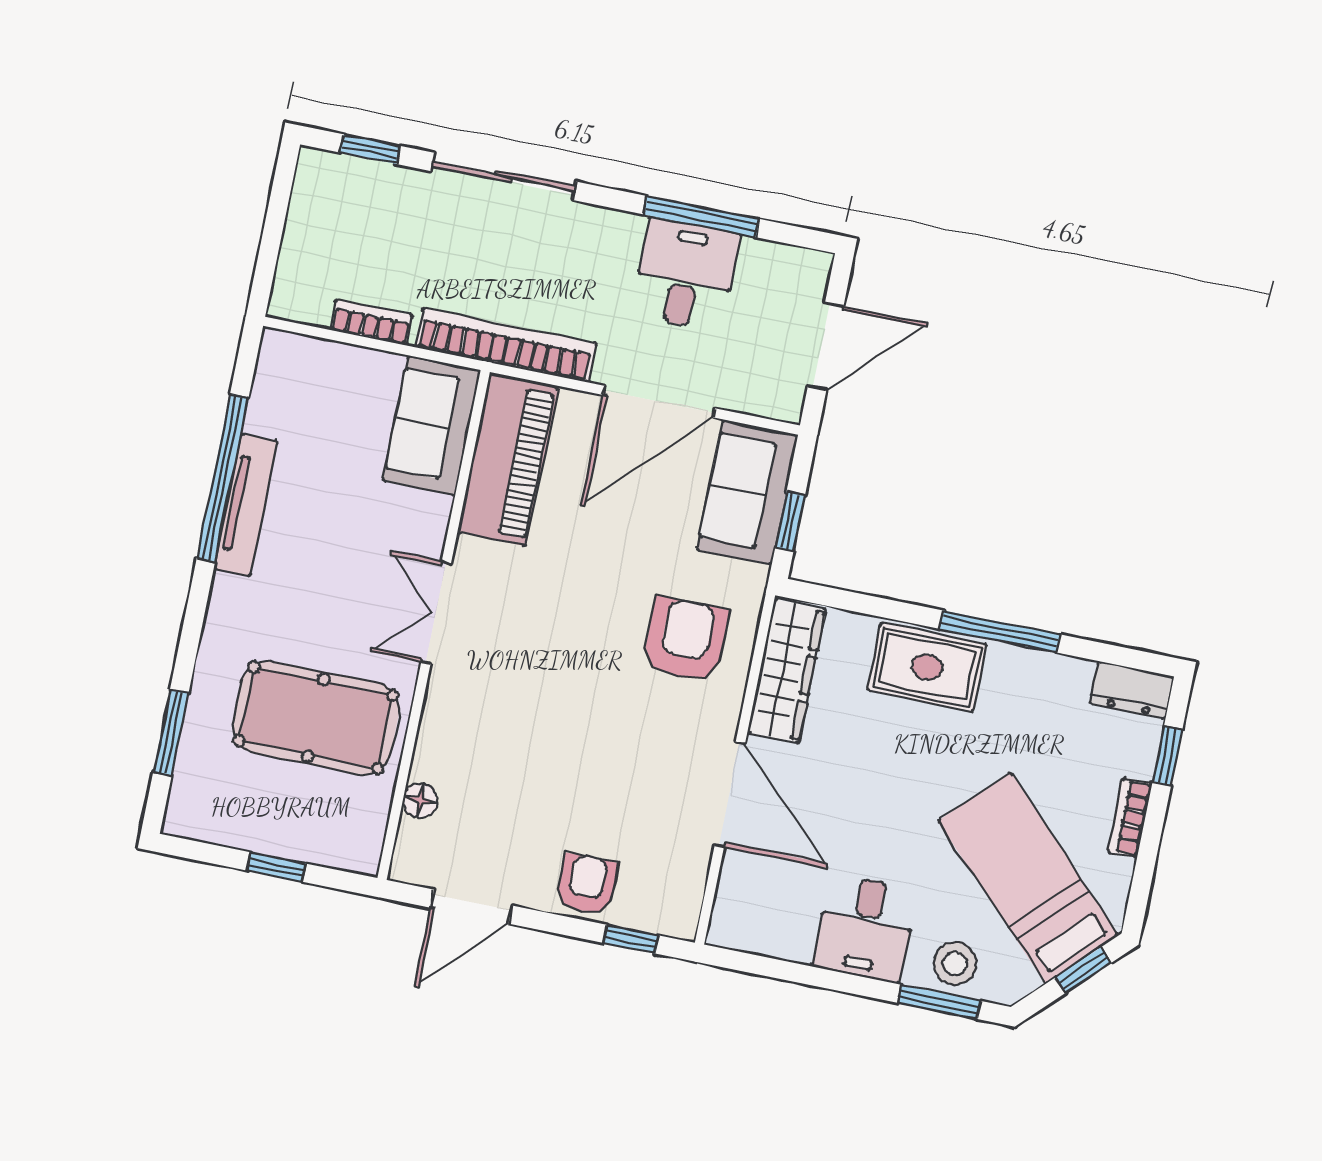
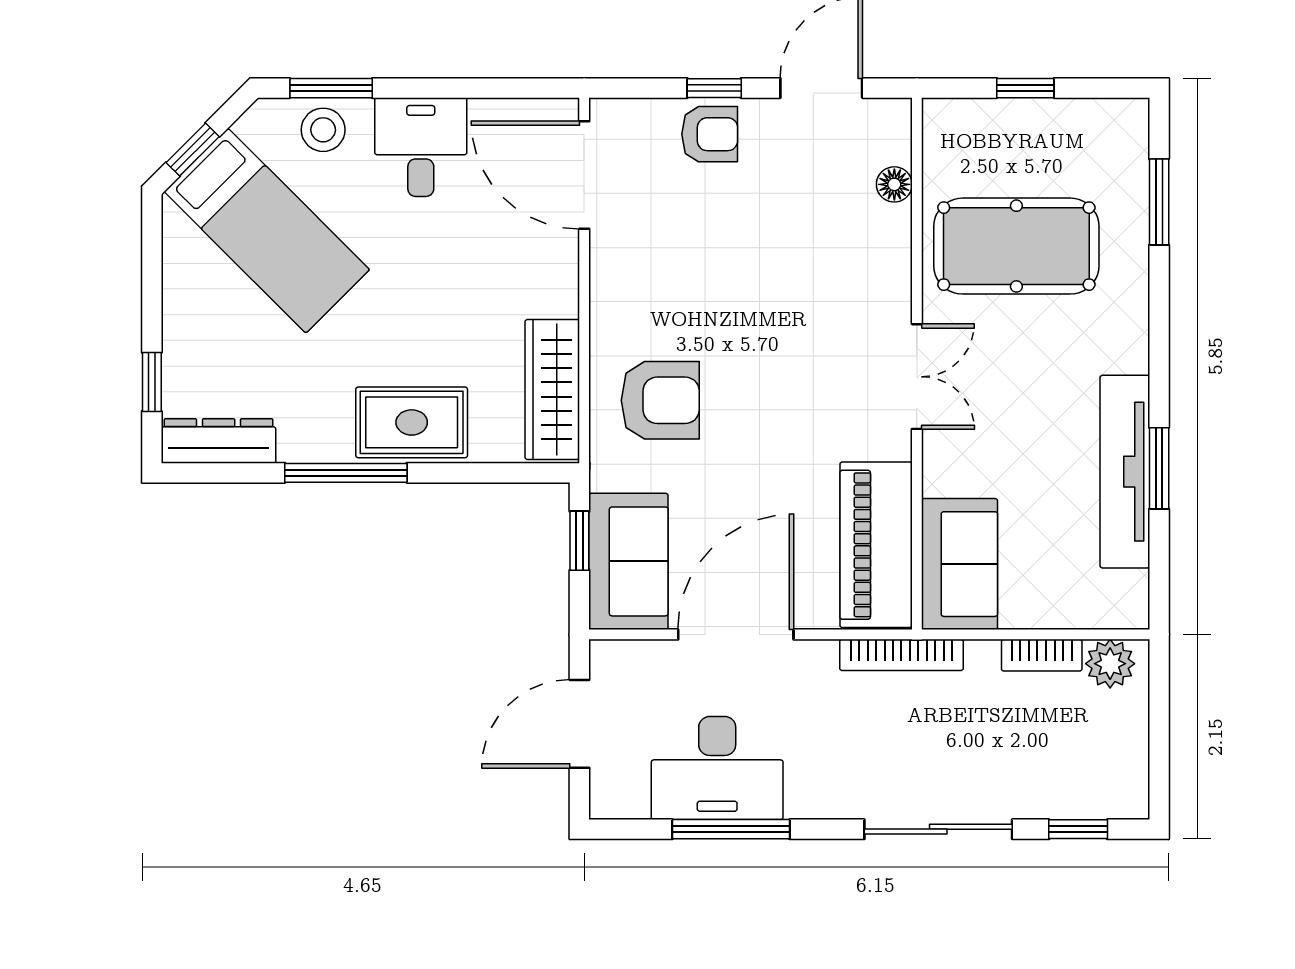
desk: (686, 274) -> (717, 768), width x1.37
plant: (307, 301) -> (1110, 664), added
bookcase: (506, 345) -> (901, 655), width x0.68, depth x0.76
window: (223, 478) -> (1159, 468), width x0.47
tv unit: (246, 505) -> (1125, 472), width x1.36, depth x1.29
armchair: (686, 640) -> (660, 400), turned -90
dresser: (1132, 690) -> (219, 441), width x1.44
door: (730, 794) -> (584, 175), moved
bookcase: (1130, 818) -> (177, 312), removed
armchair: (587, 884) -> (710, 134), turned -90
window: (631, 939) -> (714, 88), moved

